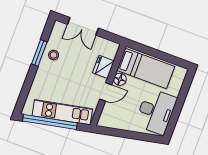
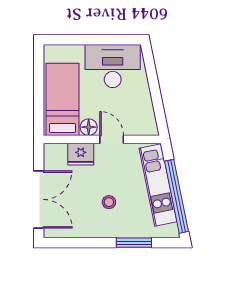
double door: (83, 26) -> (39, 199), width x1.37
window: (39, 53) -> (134, 243), moved
stool: (54, 55) -> (109, 202), moved

